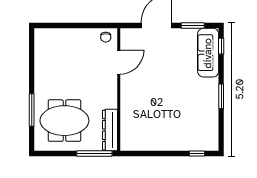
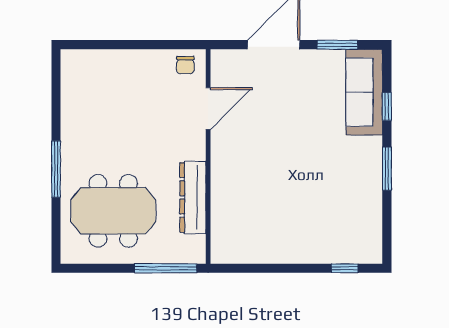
window: (221, 46) -> (387, 107), moved
window: (32, 110) -> (56, 169), moved
dresser: (110, 130) -> (193, 197), moved

